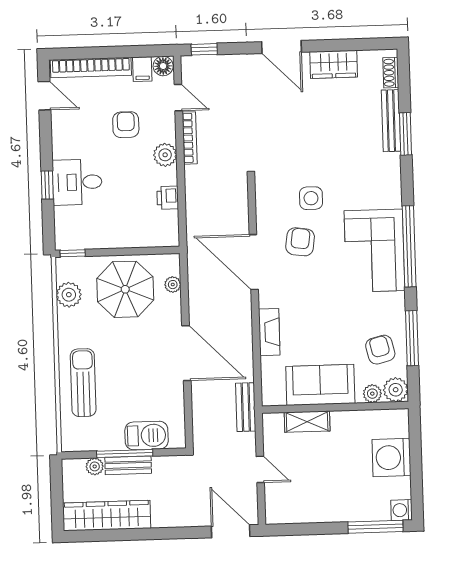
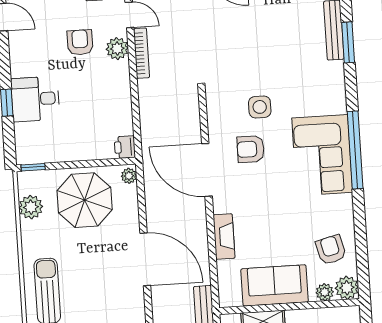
plant: (165, 155) -> (117, 49), moved
printer: (168, 198) -> (125, 147), moved
armchair: (300, 242) -> (251, 149), turned -98
plant: (173, 285) -> (129, 176), moved
window: (412, 338) -> (361, 238), removed

